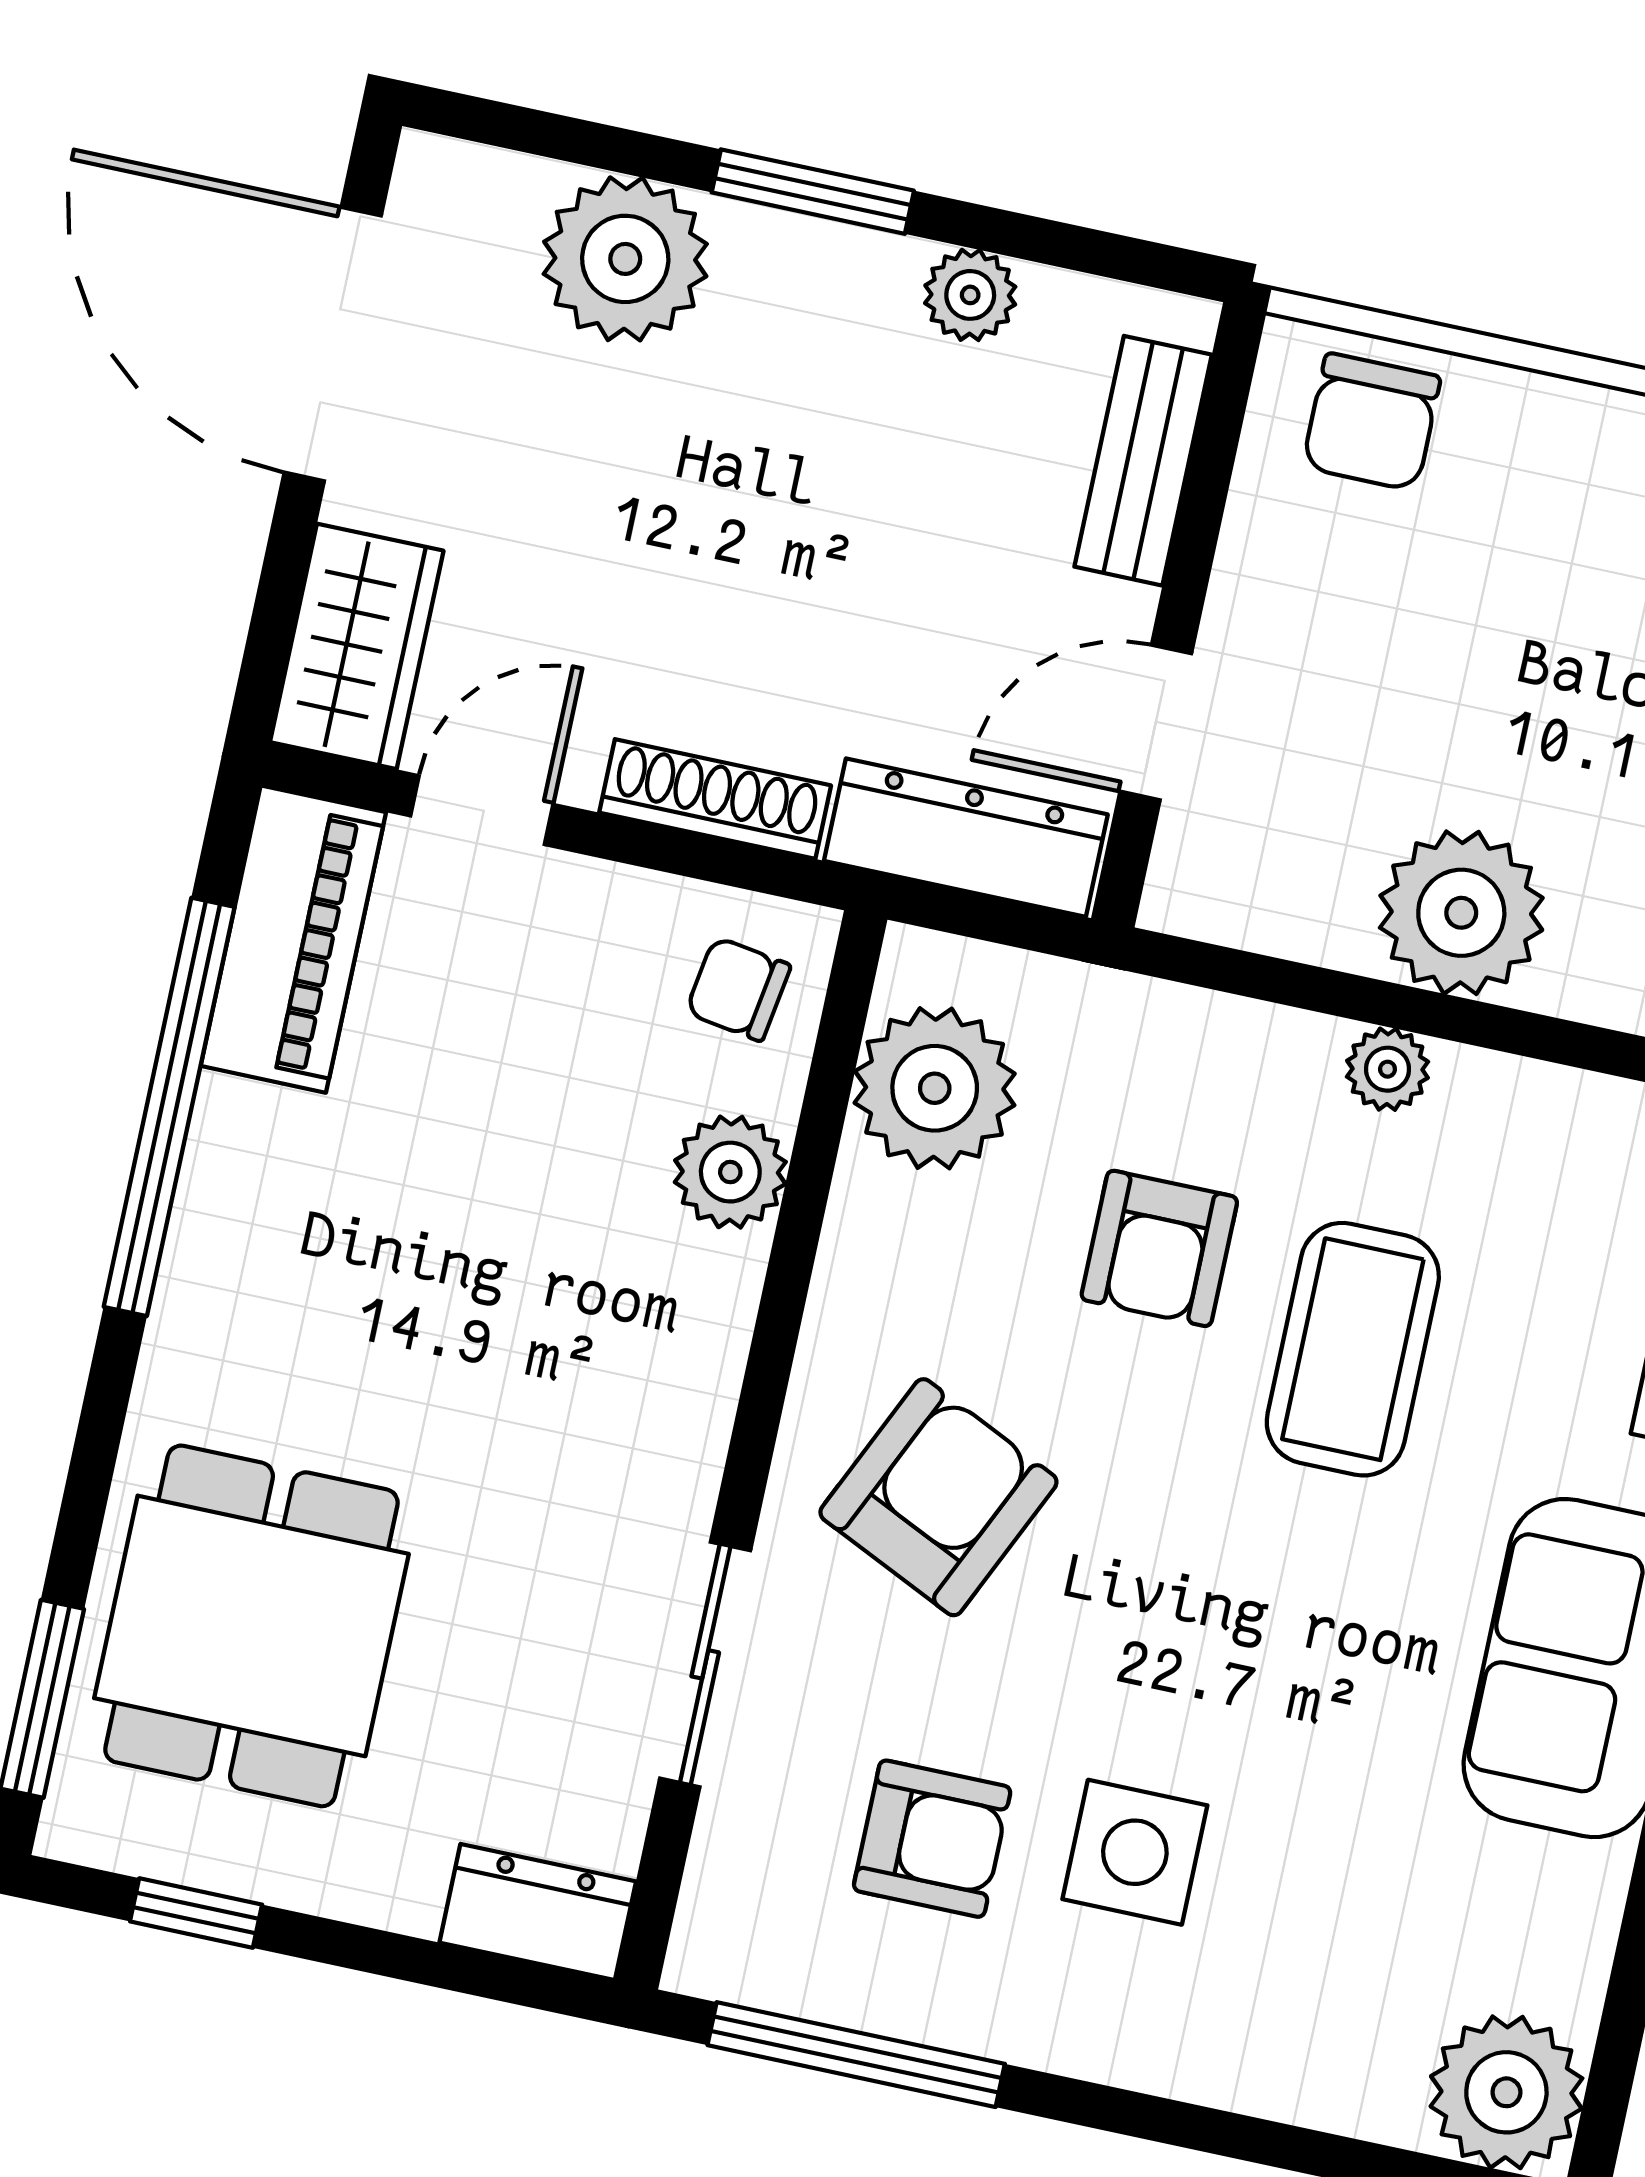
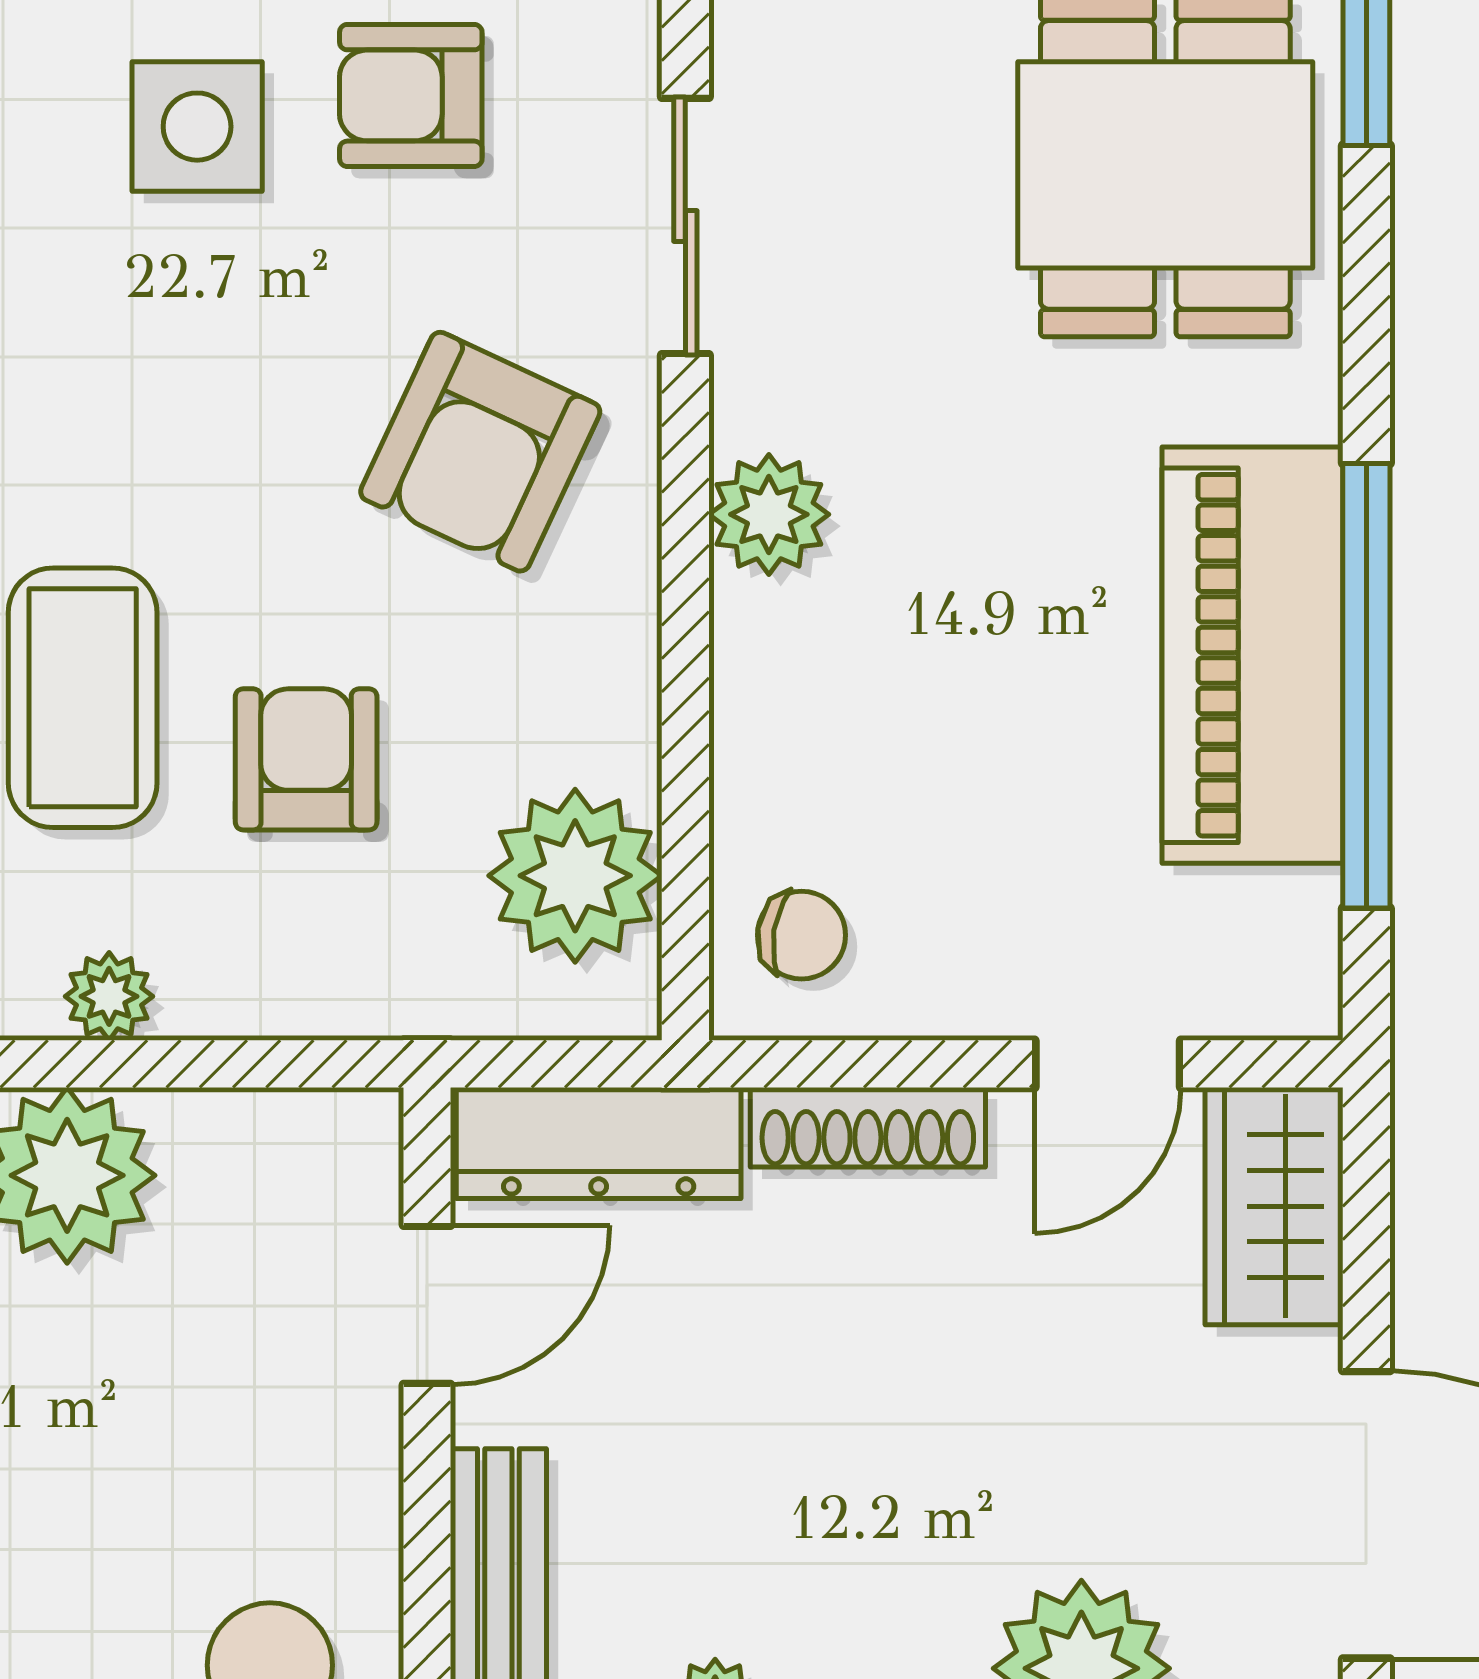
piano: (293, 939) -> (1252, 655), moved, width x1.37, depth x1.33
plant: (730, 1172) -> (769, 514), moved

